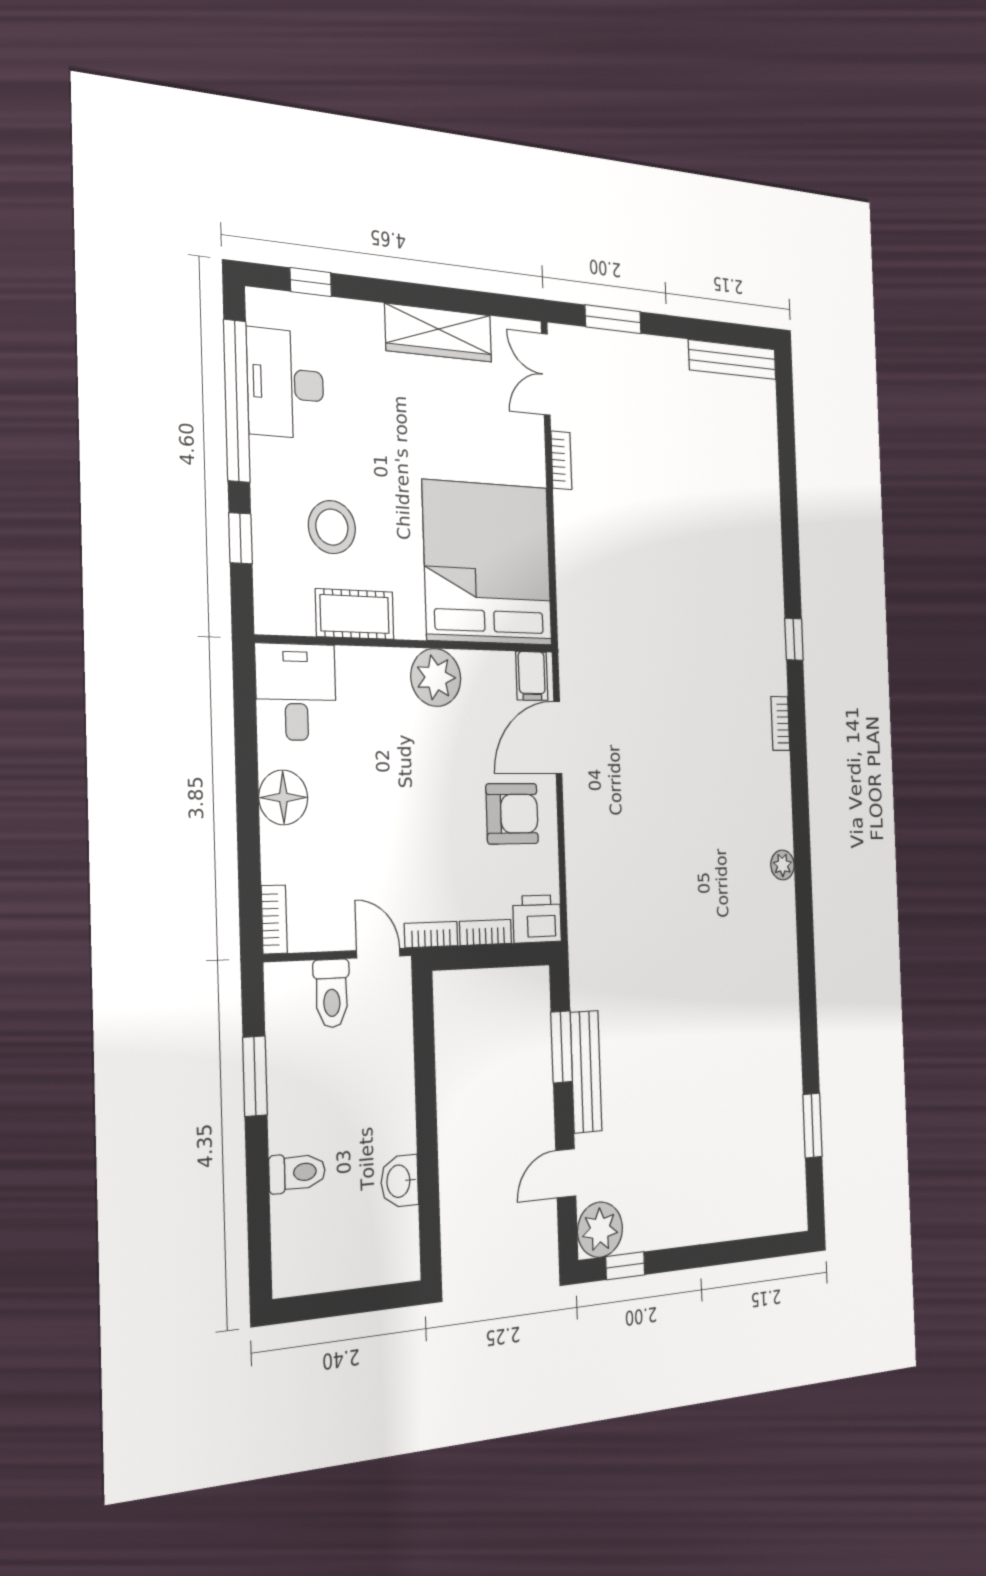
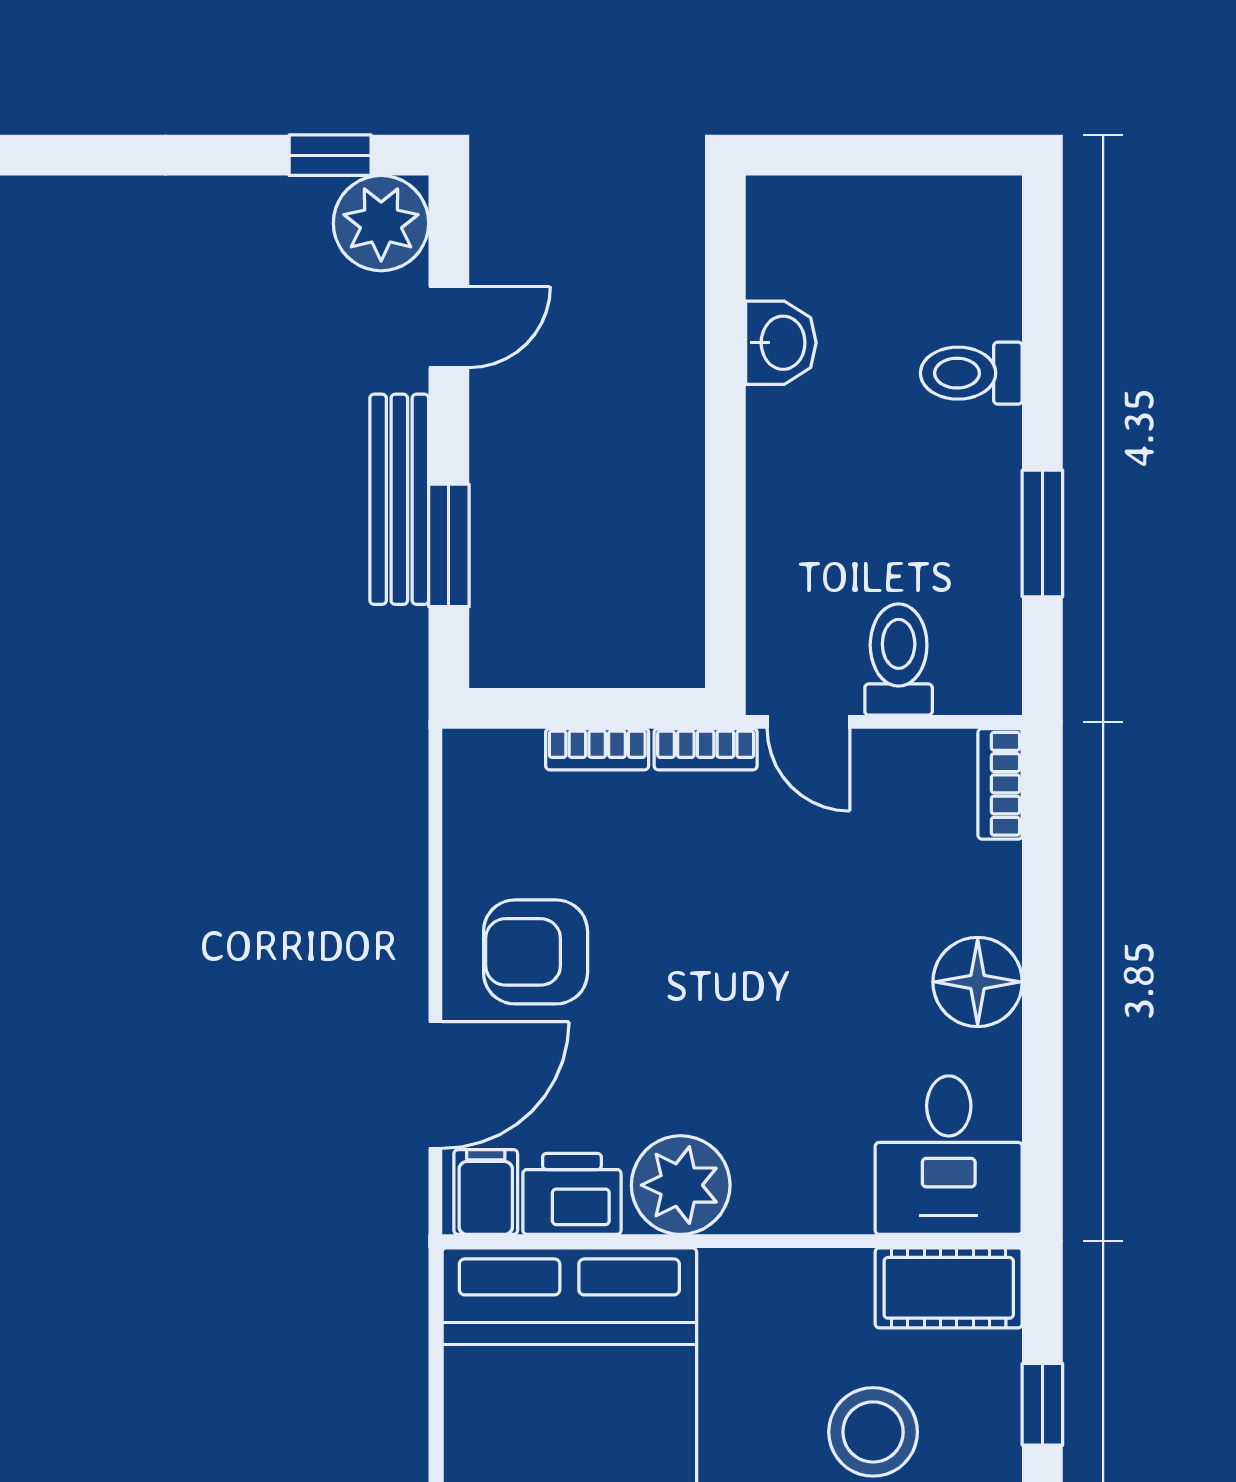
cot: (355, 614) -> (949, 1288), moved
printer: (537, 919) -> (572, 1194), moved, turned 180

